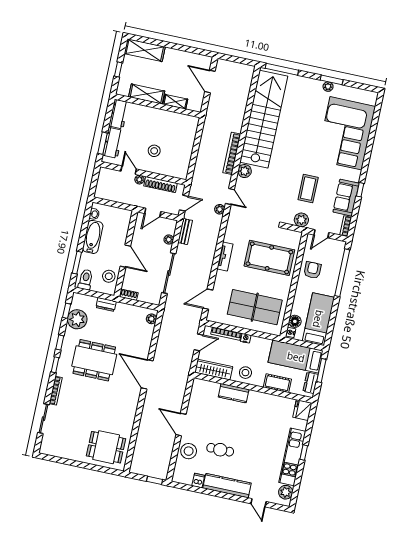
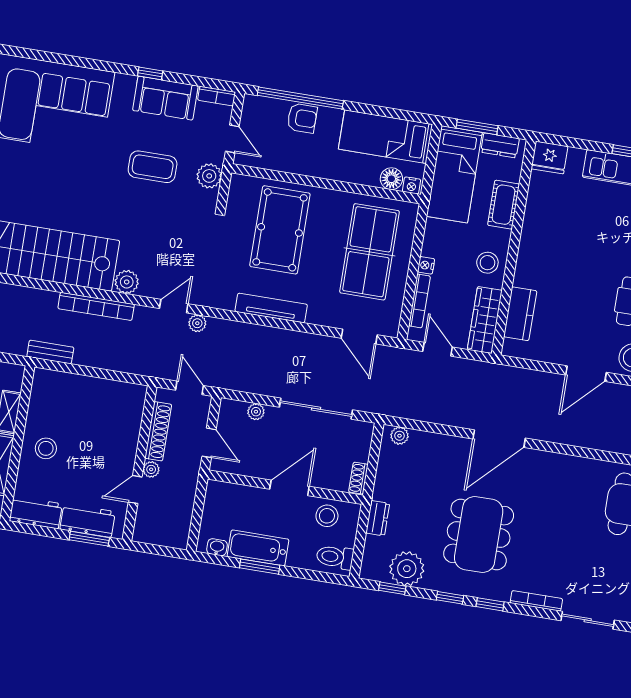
stool: (154, 151) -> (46, 448), moved
bench: (185, 231) -> (50, 352), moved
tv unit: (225, 256) -> (271, 308), width x1.41
window: (77, 263) -> (260, 567), moved
armchair: (313, 270) -> (302, 118), moved, turned 180
kitchen counter: (234, 393) -> (520, 314), moved

